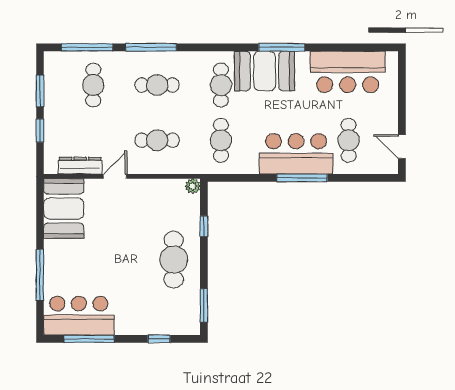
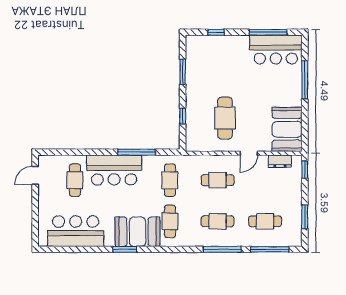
window: (282, 47) -> (125, 249), width x0.69
cafe table: (93, 85) -> (265, 221), turned 90
window: (40, 130) -> (305, 170), moved
door: (402, 147) -> (35, 175), swing flipped
dresser: (80, 166) -> (280, 161), width x0.70
window: (302, 178) -> (137, 152), moved
plant: (193, 186) -> (191, 146), removed
cafe table: (174, 260) -> (225, 118), moved
window: (204, 306) -> (183, 72), moved

